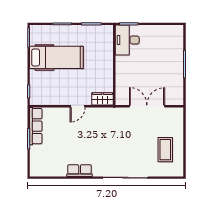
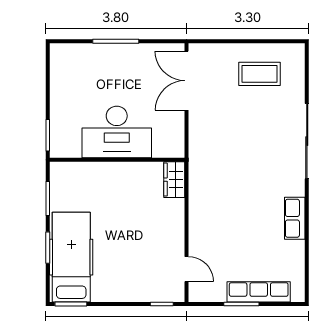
desk: (127, 40) -> (117, 132), moved, width x1.36, depth x1.30
hospital bed: (56, 57) -> (71, 257), moved
door: (78, 106) -> (187, 269), moved
double door: (147, 106) -> (187, 81), moved
row of seats: (36, 126) -> (259, 292), moved

